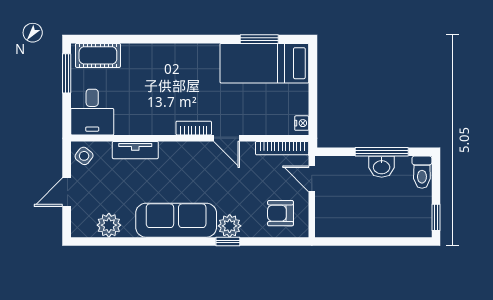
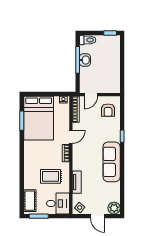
bed: (264, 63) -> (39, 118), width x1.50
rug: (147, 97) -> (51, 176), added
plant: (109, 225) -> (114, 208), moved
plant: (230, 226) -> (114, 135), removed

